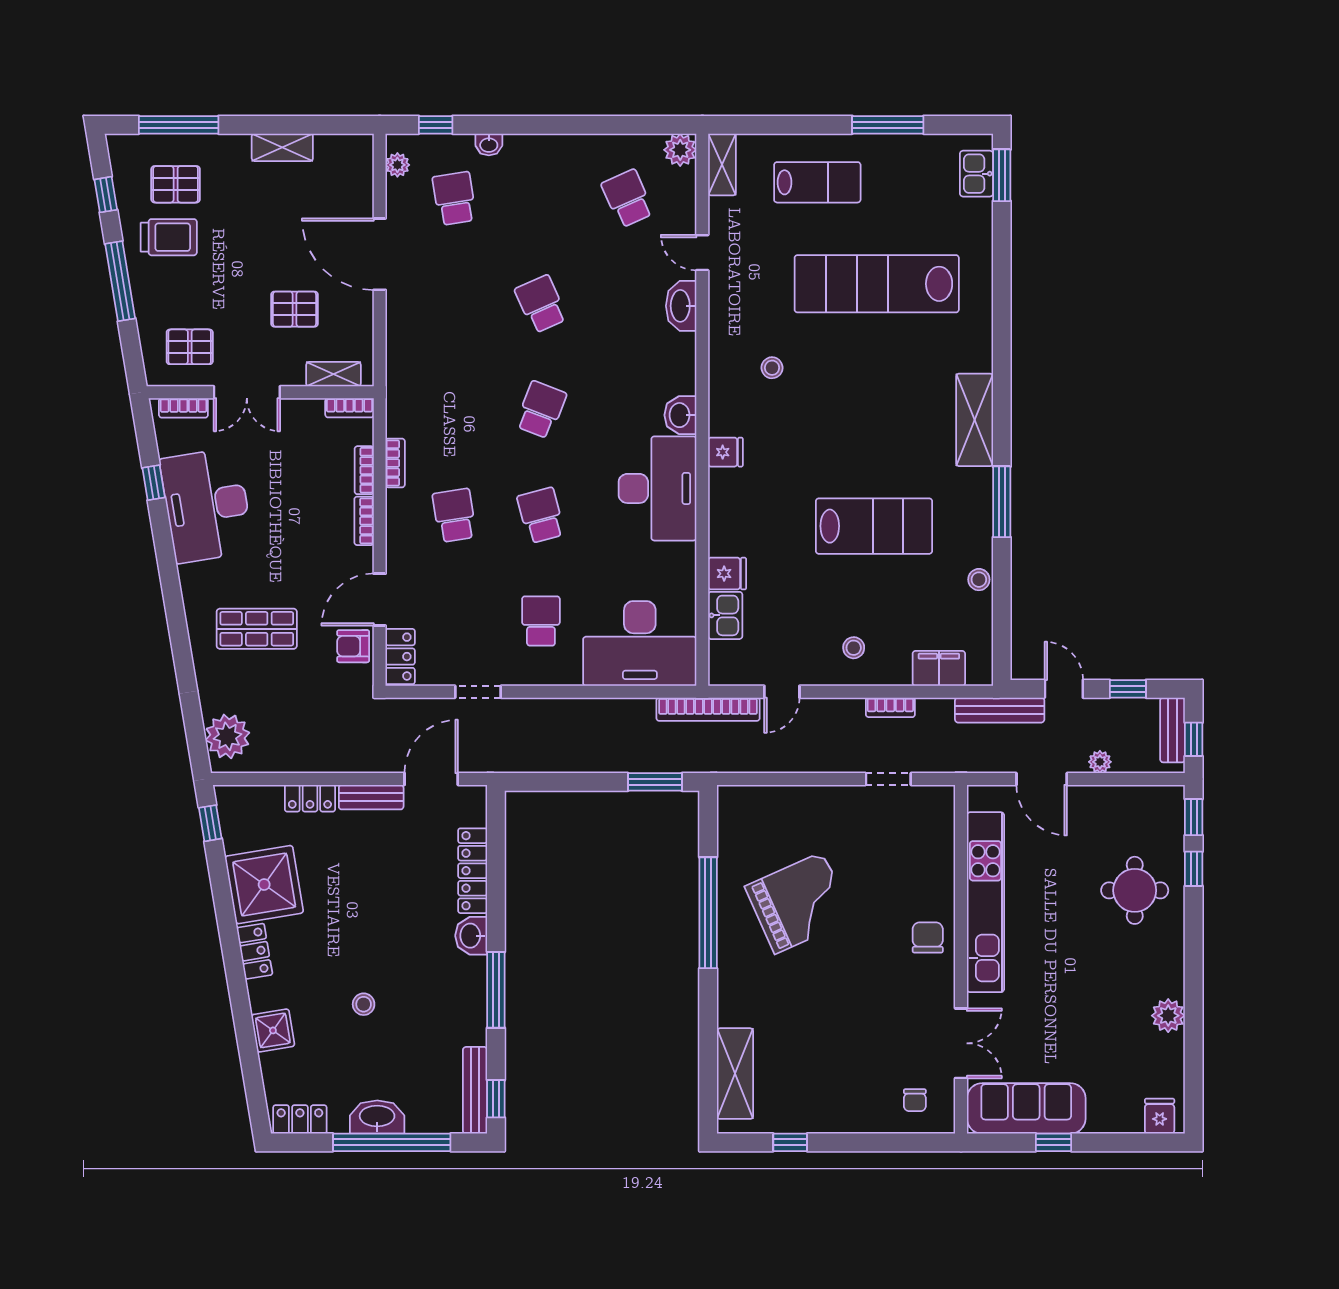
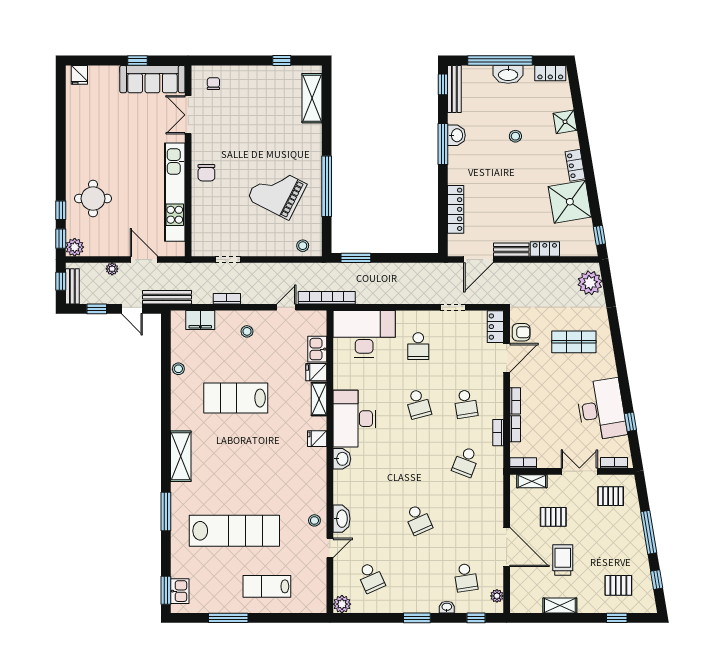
window: (179, 125) -> (617, 618), width x0.46
window: (544, 125) -> (417, 618), added
shelving: (722, 164) -> (319, 399), moved
trolley: (169, 237) -> (563, 560), moved, turned 90
door: (702, 253) -> (330, 548), hinge flipped
stool: (772, 368) -> (314, 520), moved
school desk: (541, 410) -> (466, 462), moved
window: (1002, 502) -> (166, 511), moved
stool: (752, 804) -> (303, 246), added
grand piano: (799, 903) -> (277, 192), turned 51
washbasin: (471, 936) -> (456, 135), moved
plant: (1168, 1016) -> (75, 247), moved

